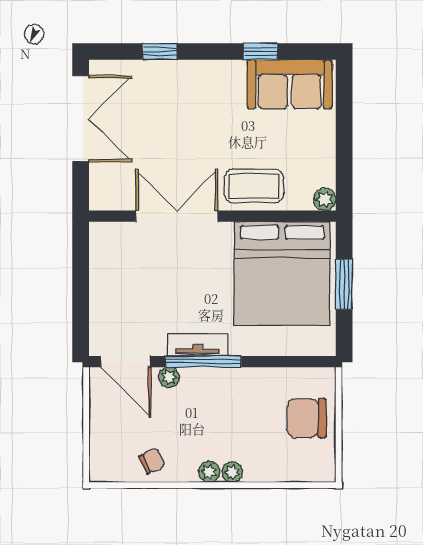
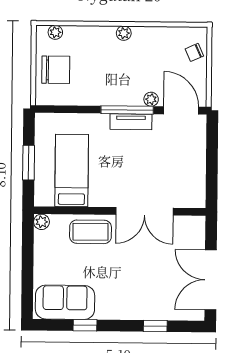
bed: (282, 274) -> (72, 170), width x0.49
chair: (152, 461) -> (194, 52), moved
plant: (232, 472) -> (55, 32), moved

